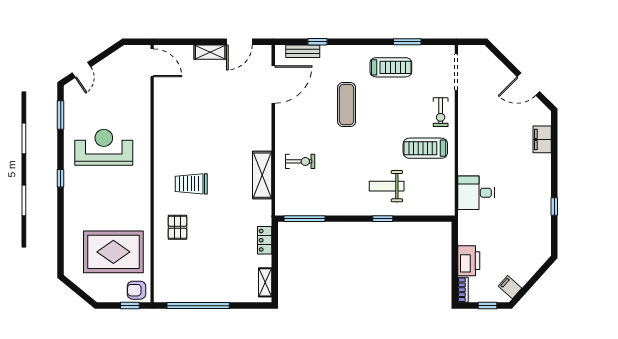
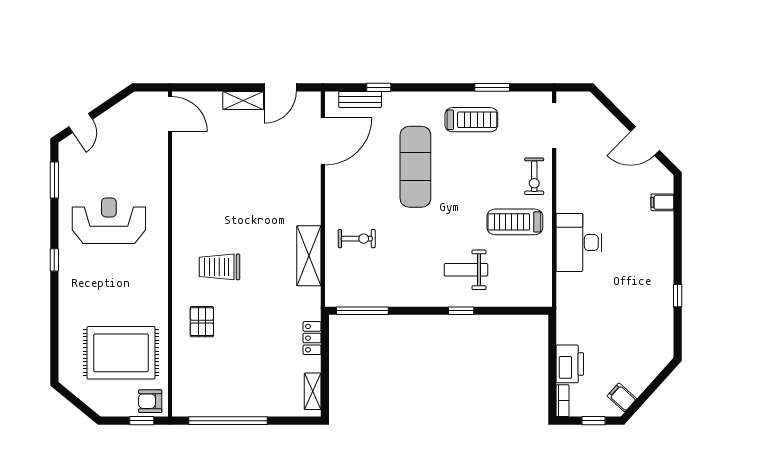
exercise mat: (347, 105) -> (415, 167), width x1.36, depth x1.45
filing cabinet: (542, 139) -> (662, 202), width x0.50
desk: (476, 193) -> (579, 242), moved, width x1.37

